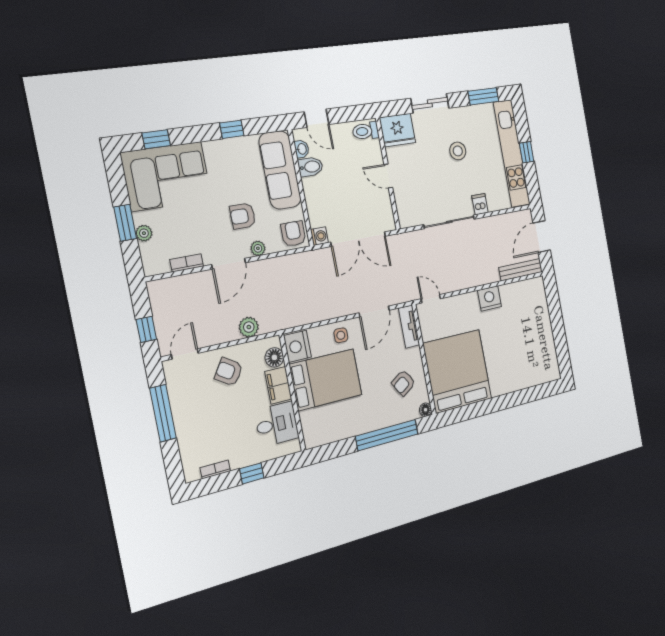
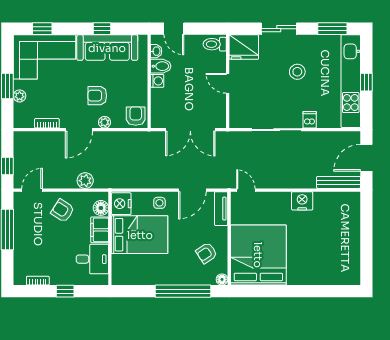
sofa: (280, 170) -> (107, 48), moved, turned -90
washing machine: (319, 236) -> (157, 81), moved

